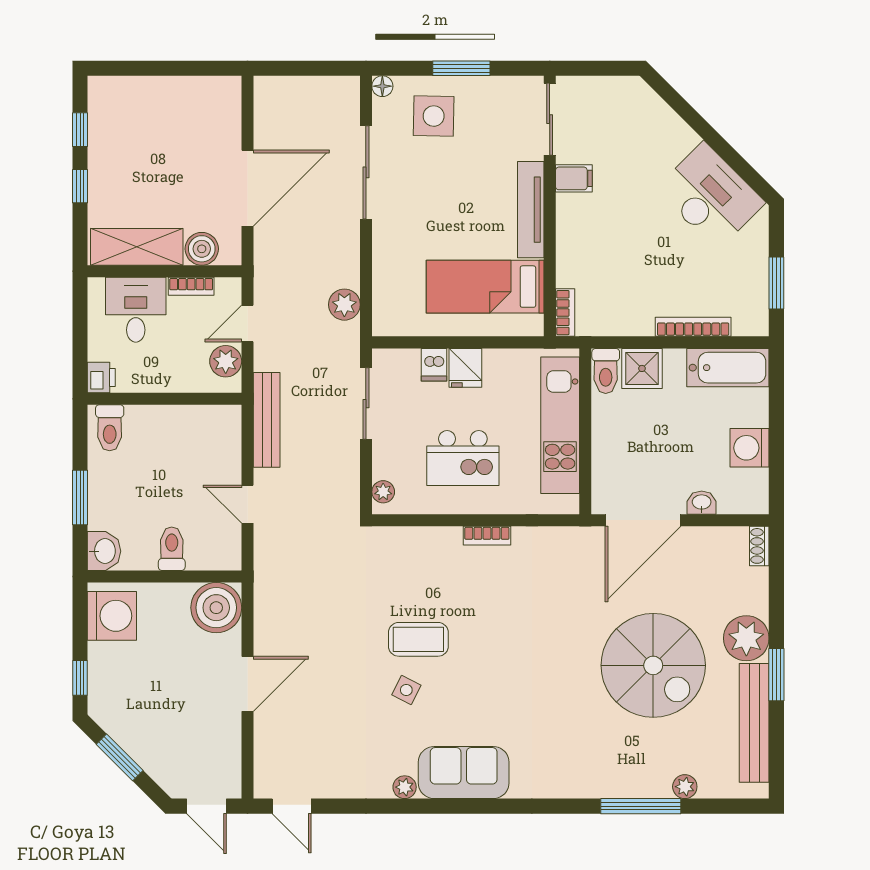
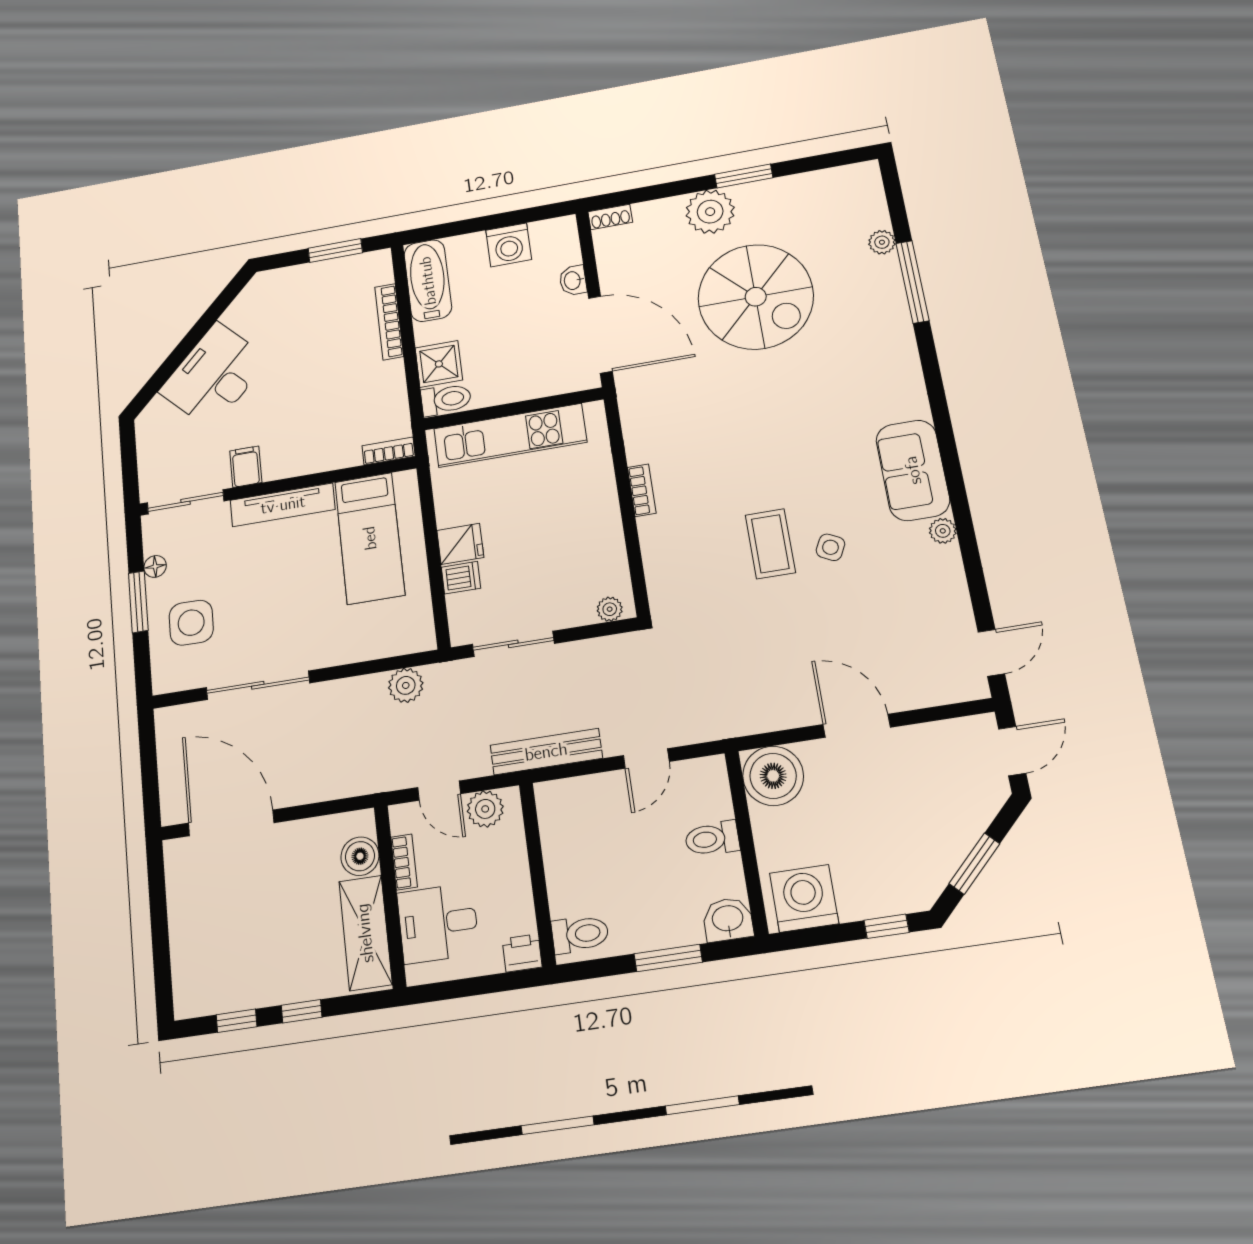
floor lamp: (382, 86) -> (155, 566), moved
door: (247, 188) -> (231, 823), moved
desk: (710, 196) -> (214, 375), moved
kitchen island: (463, 458) -> (560, 530), removed
spiral stairs: (653, 665) -> (756, 297), turned 90
bench: (754, 723) -> (799, 188), removed

